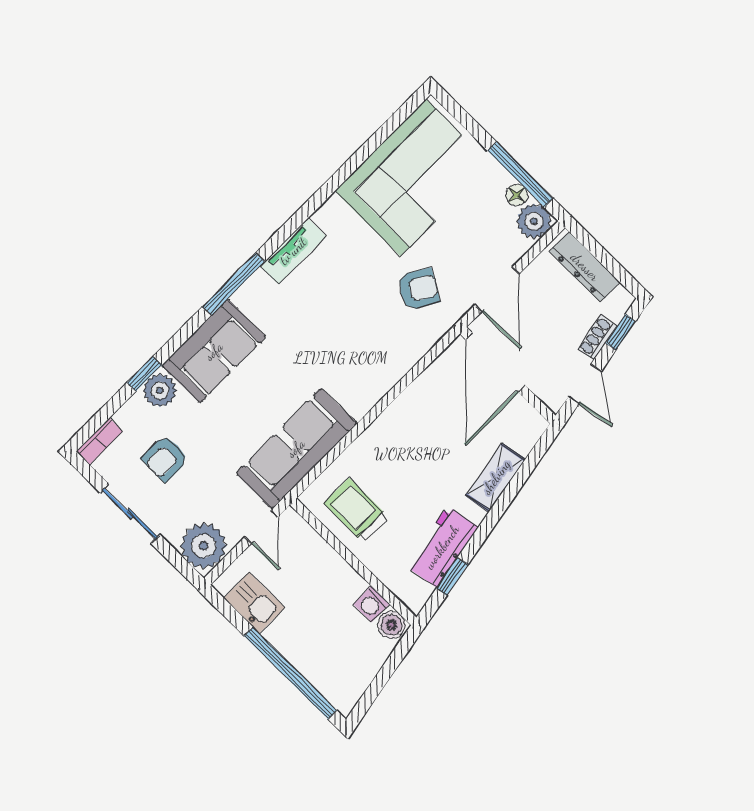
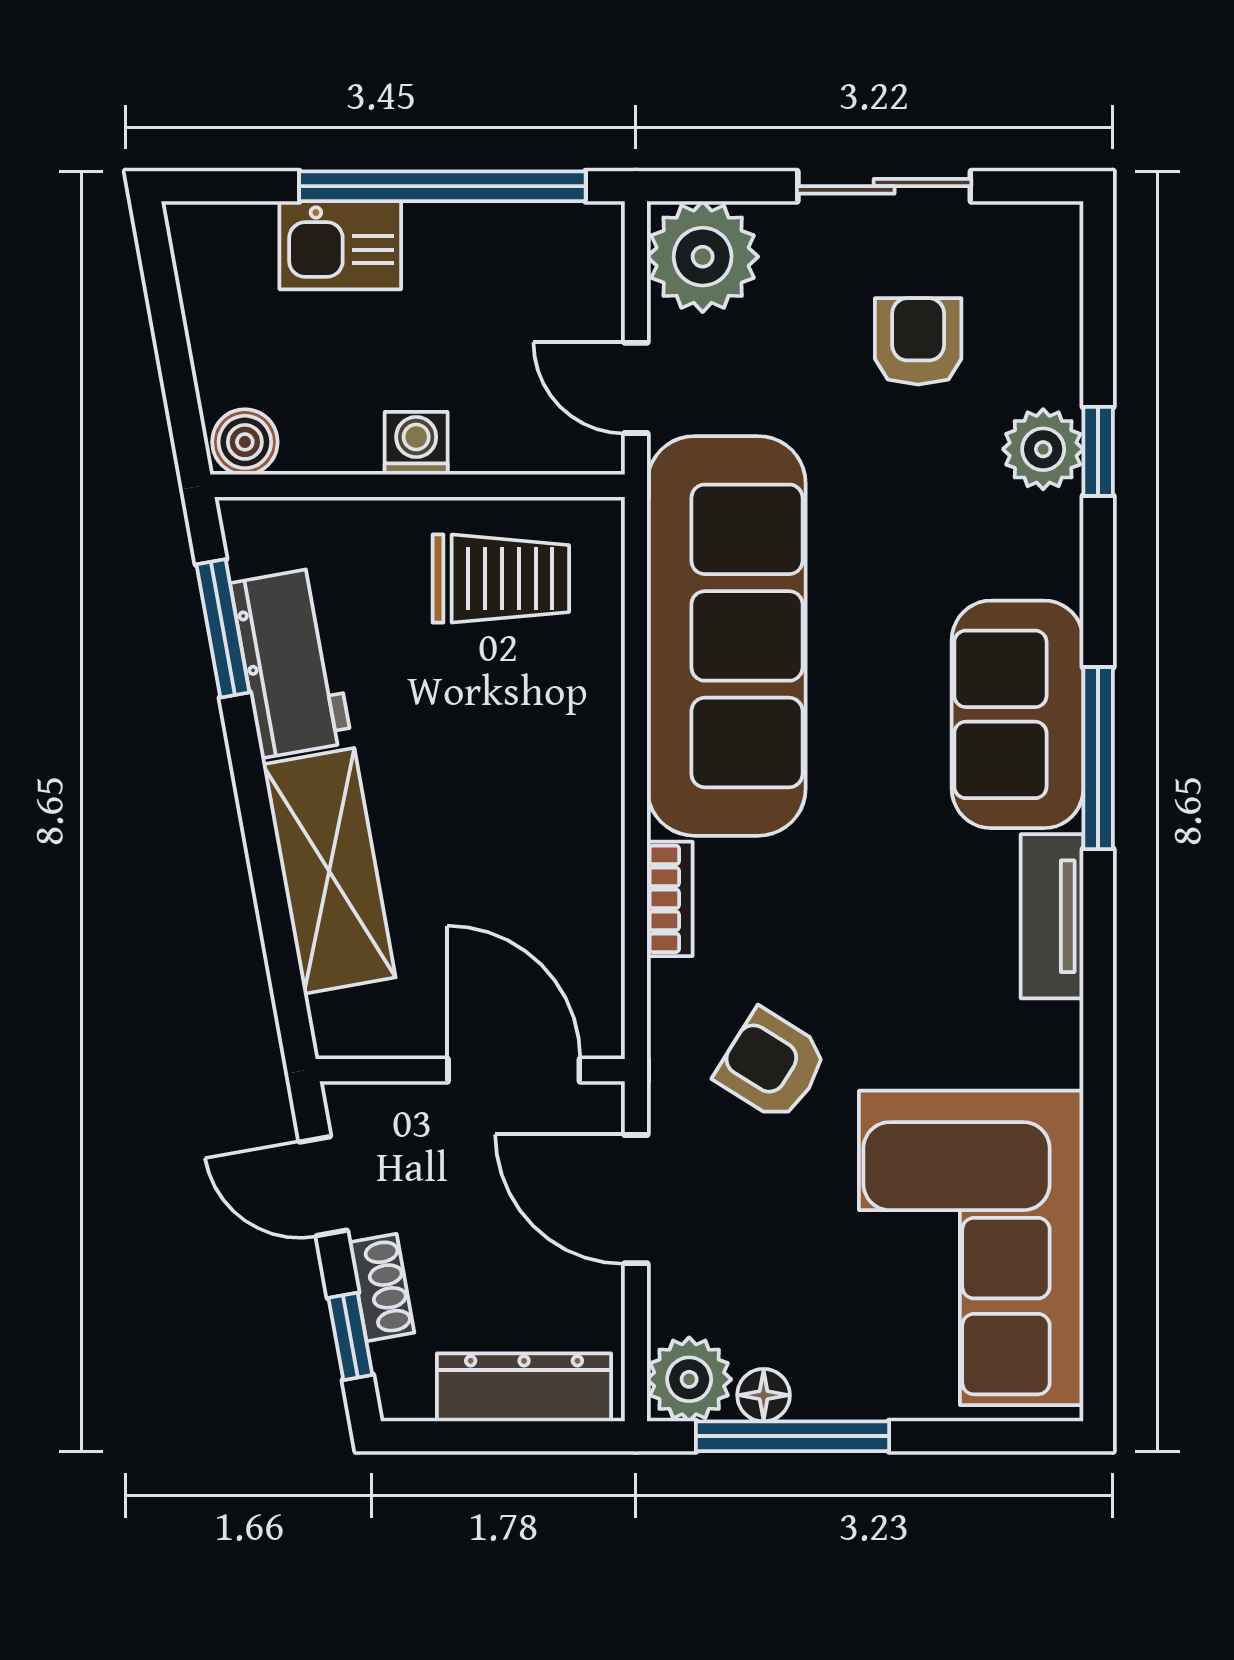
armchair: (418, 289) -> (772, 1065), turned 91
sofa: (214, 351) -> (1018, 714), moved
door: (495, 363) -> (514, 1070), width x0.73
bookcase: (99, 441) -> (670, 899), moved, turned 180
sofa: (296, 448) -> (726, 636), width x1.36, depth x1.27
shelving: (496, 477) -> (329, 871), width x1.50, depth x1.33
window: (452, 577) -> (223, 628), width x1.50
kitchen sink: (254, 603) -> (340, 245), moved
washing machine: (371, 604) -> (416, 443), moved
window: (290, 673) -> (442, 186), moved

